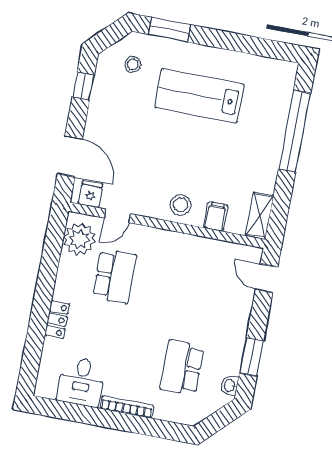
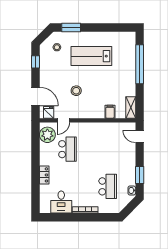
stool: (181, 205) -> (76, 91), moved
school desk: (182, 368) -> (108, 186), turned 180

